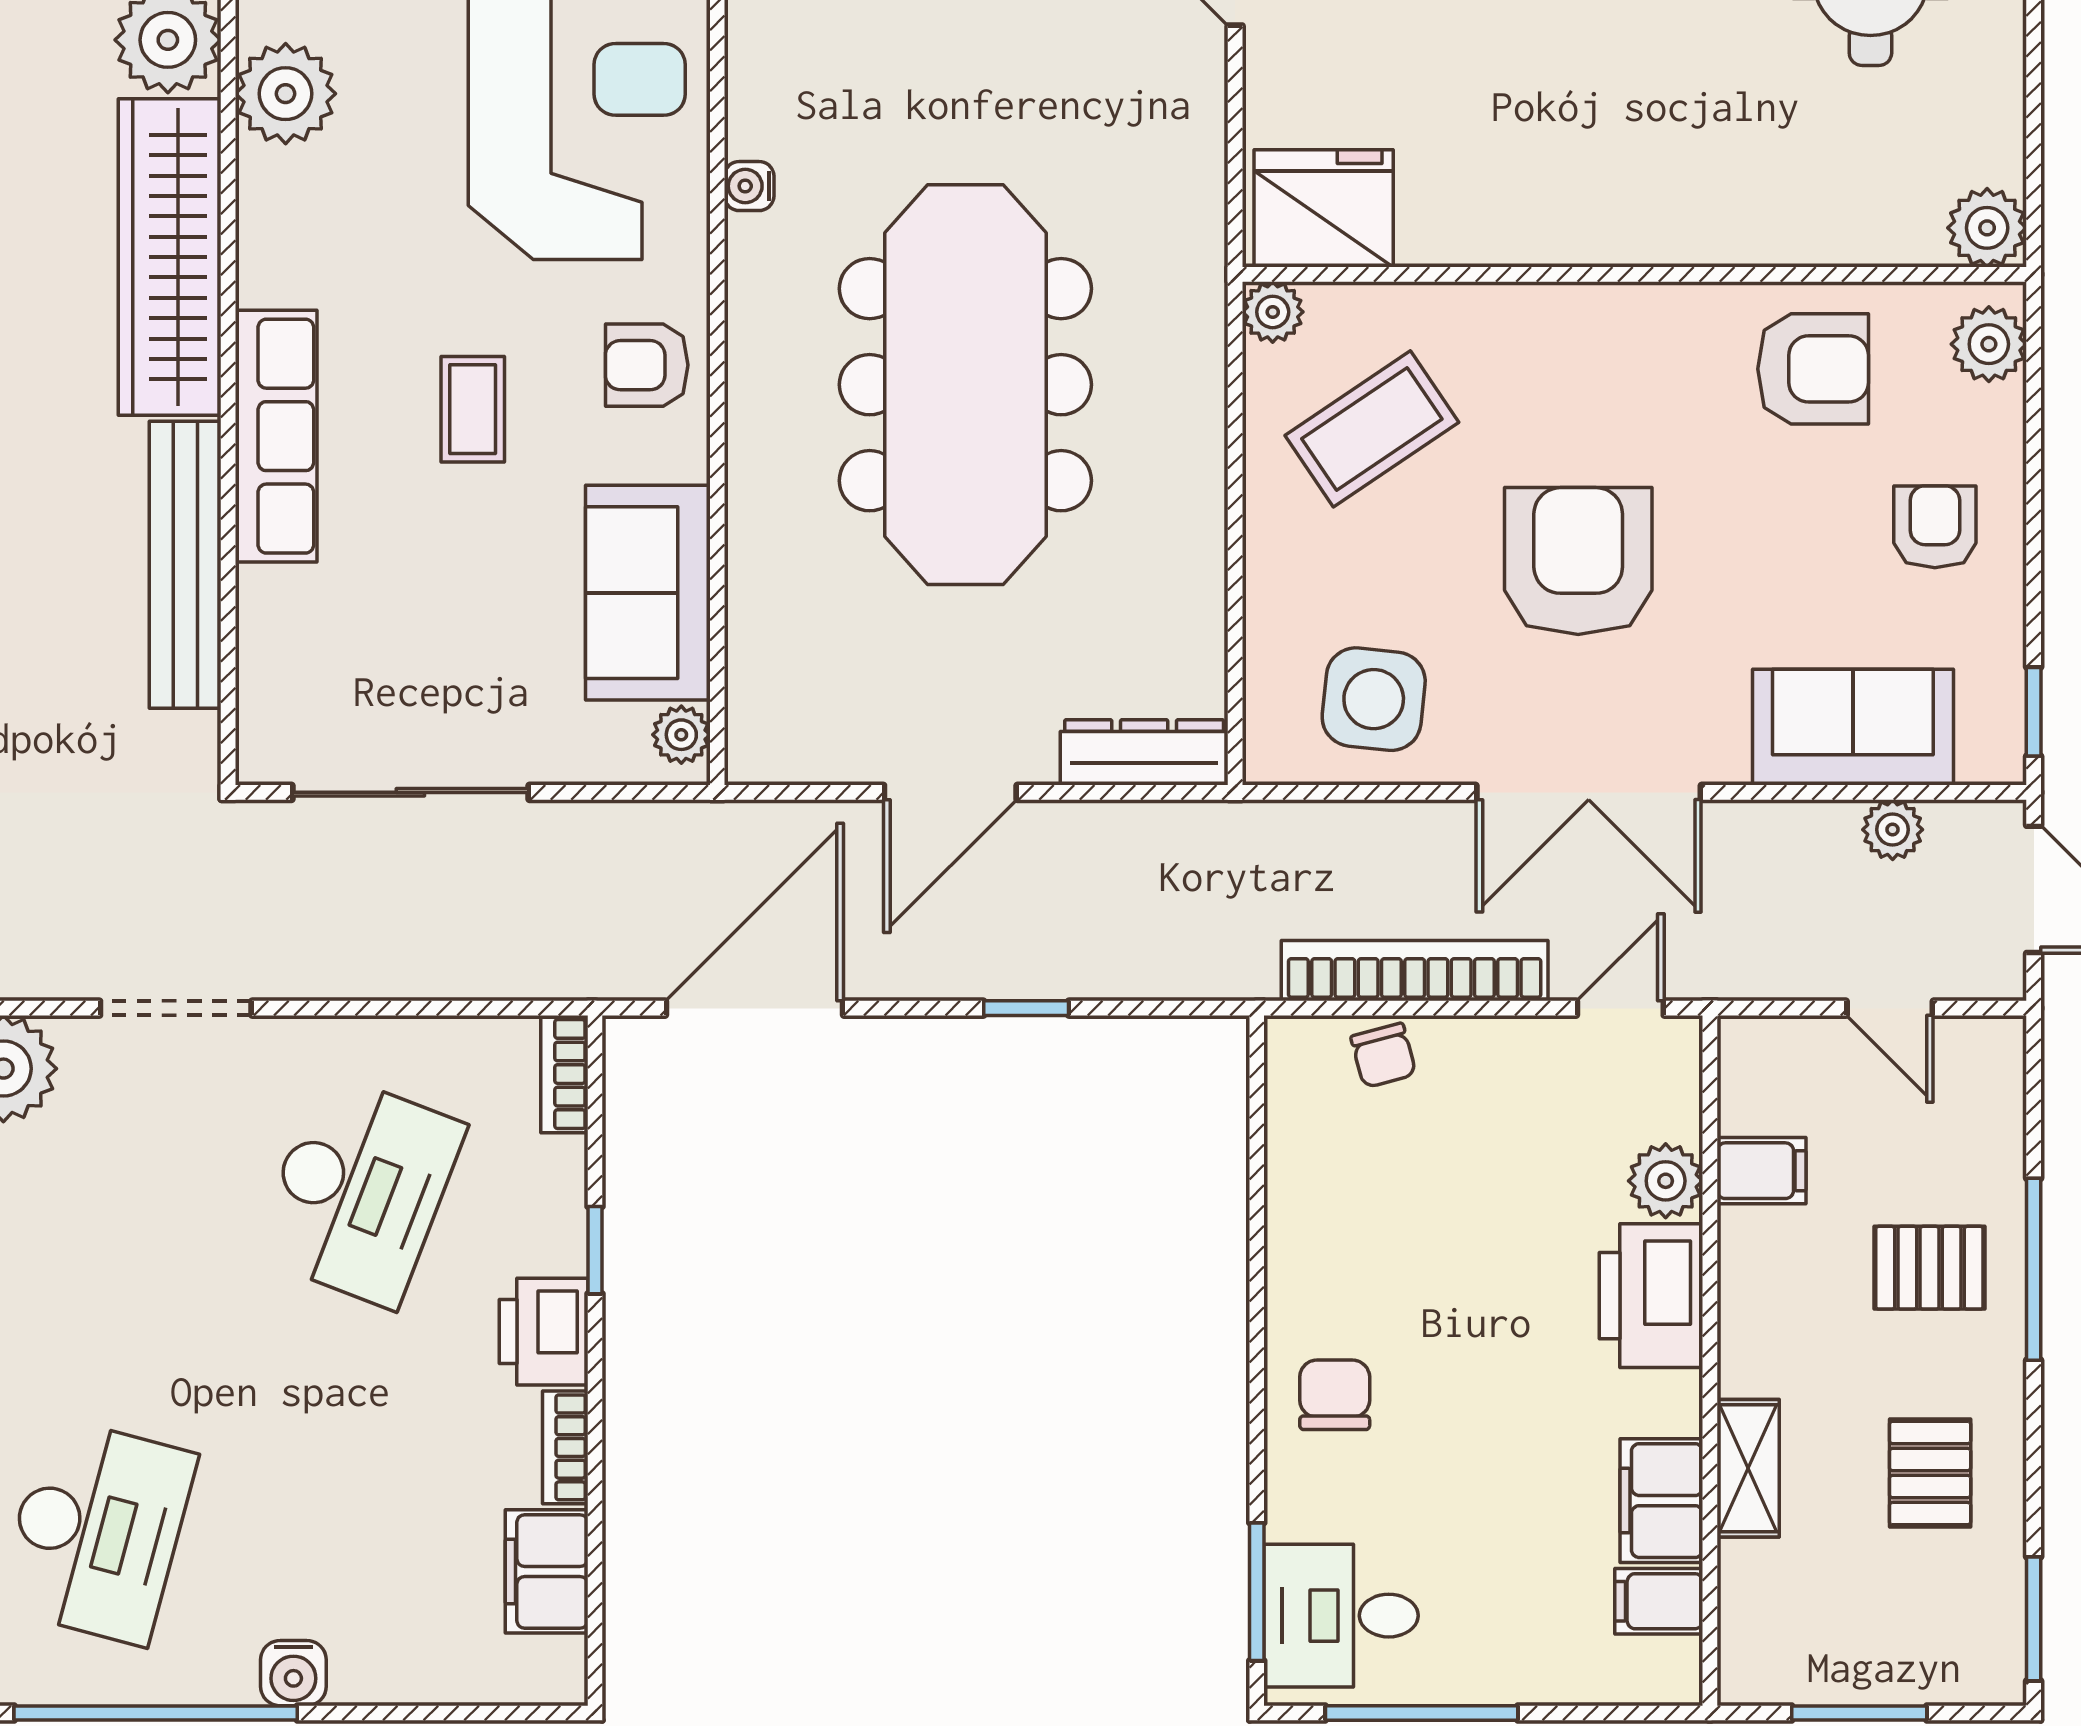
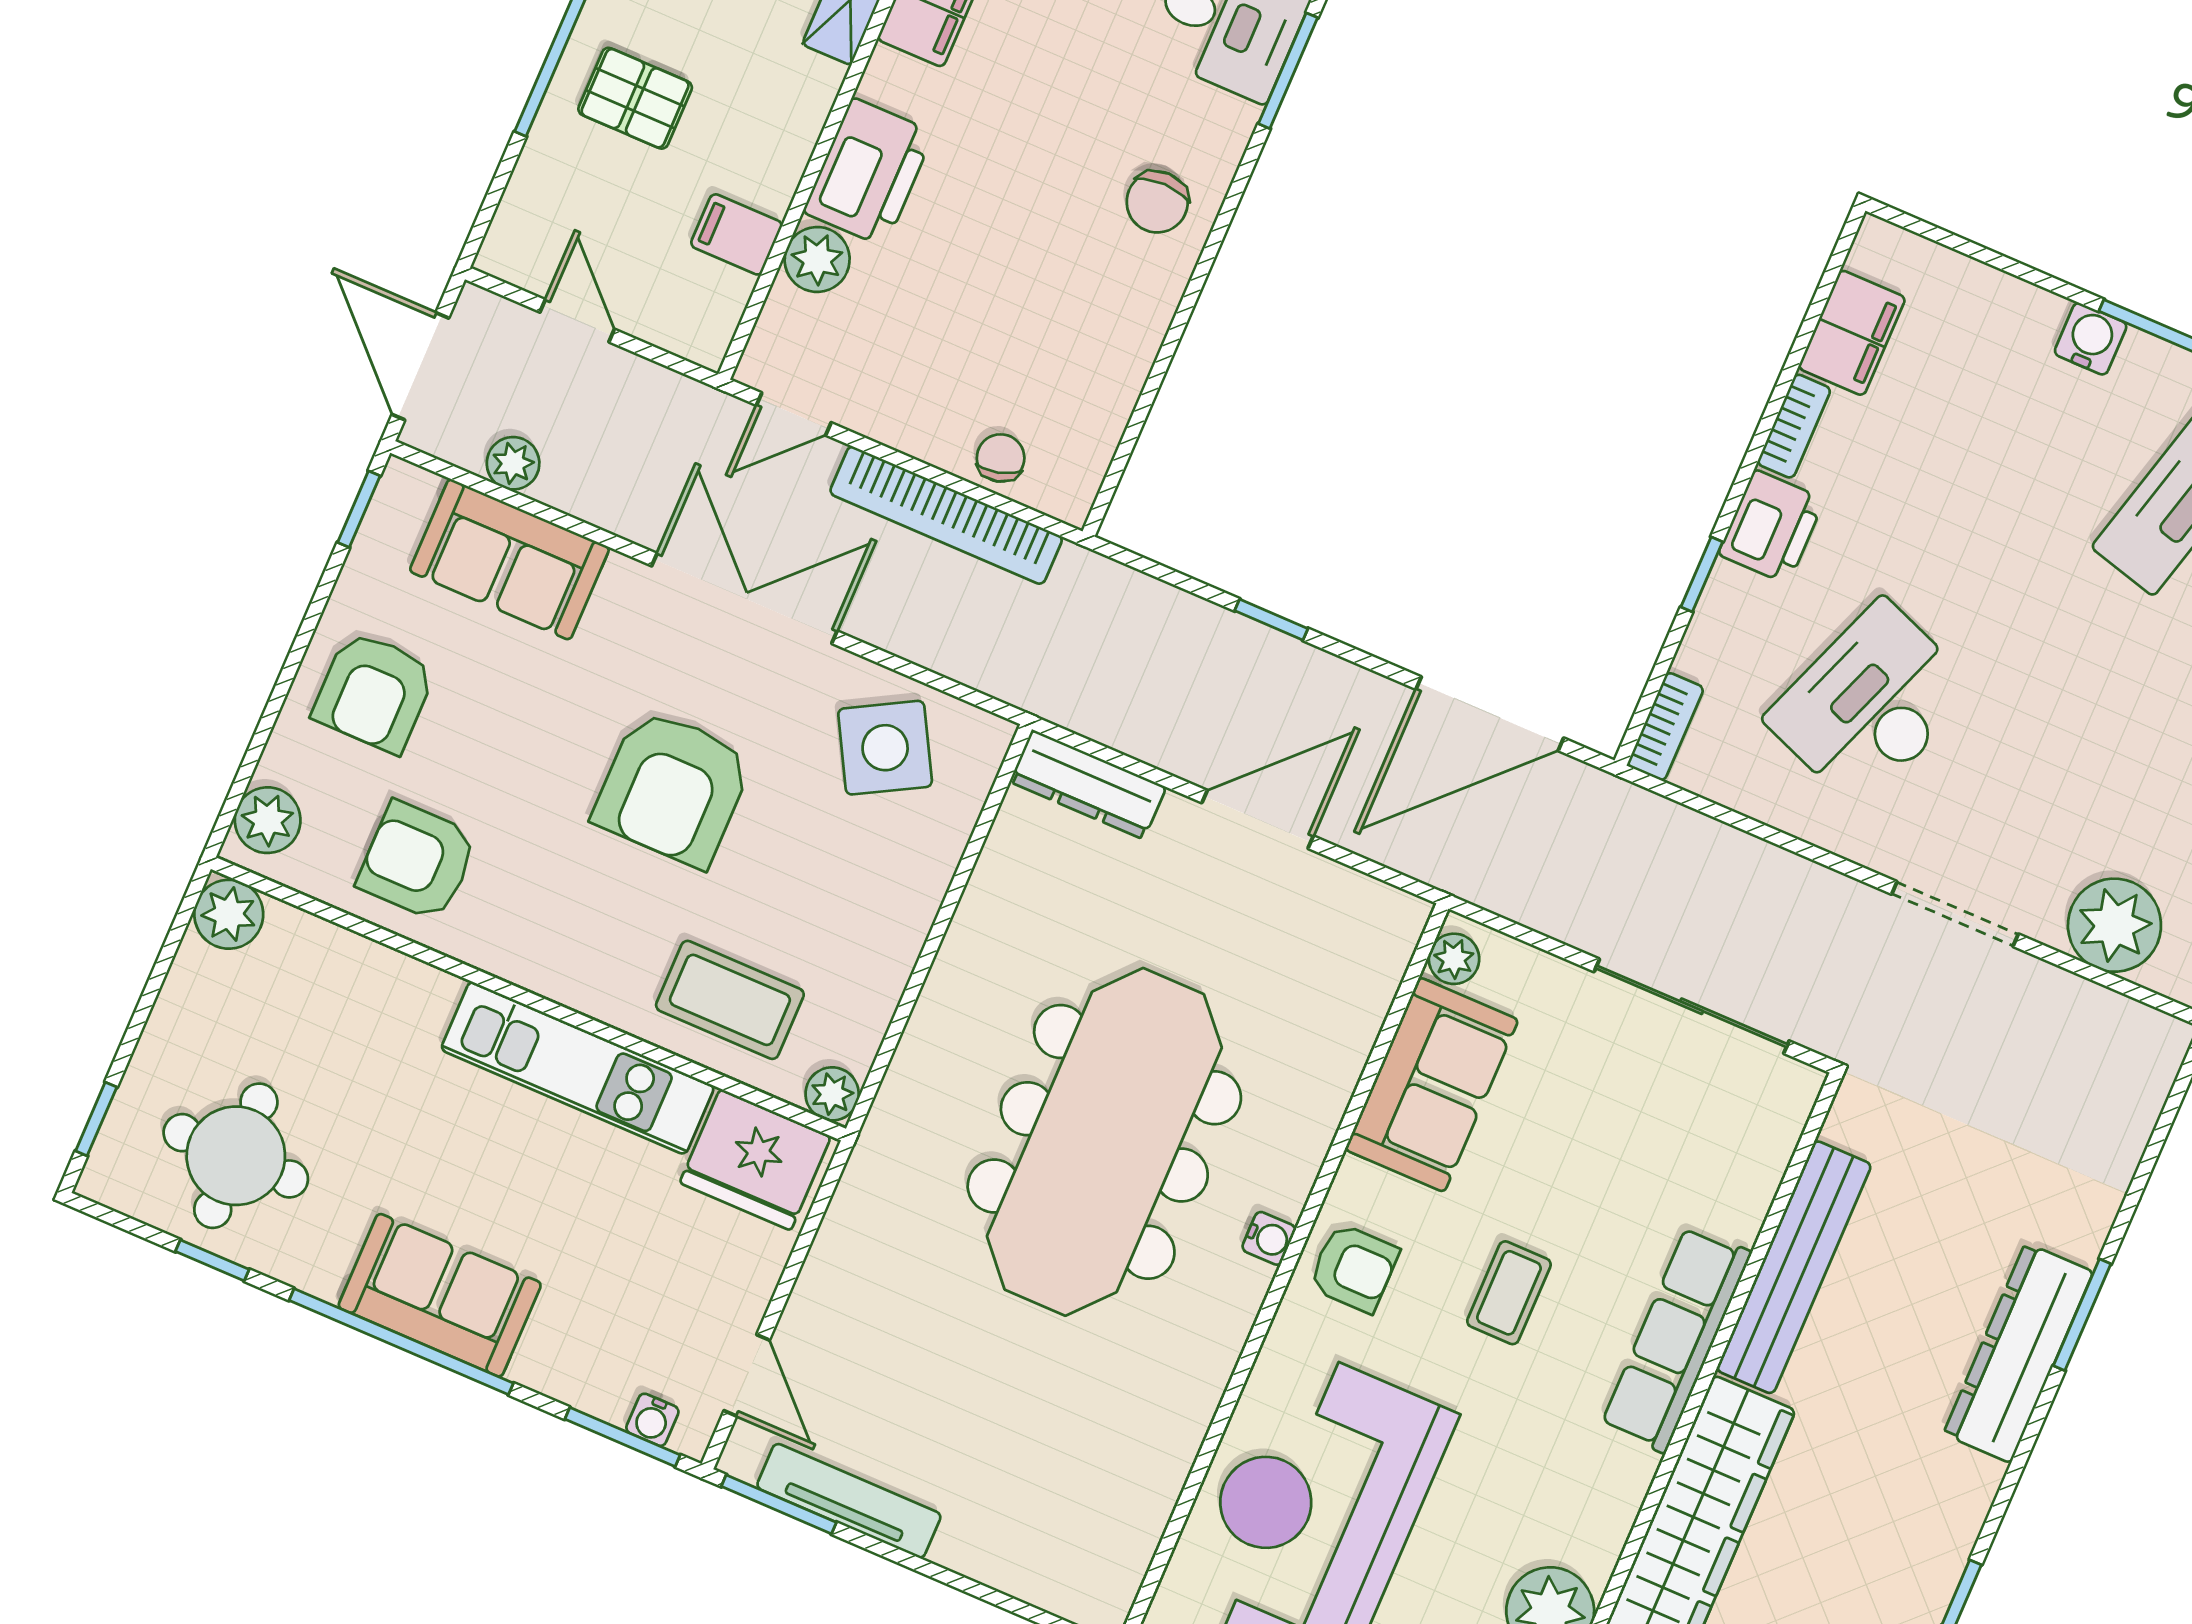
water cooler: (749, 186) -> (1269, 1238), moved
kitchen unit: (1552, 224) -> (578, 1068), added
coffee table: (1372, 429) -> (730, 1000), moved, turned 34
armchair: (1935, 527) -> (374, 692), width x1.38, depth x1.38
side table: (1374, 699) -> (885, 748), turned -35

